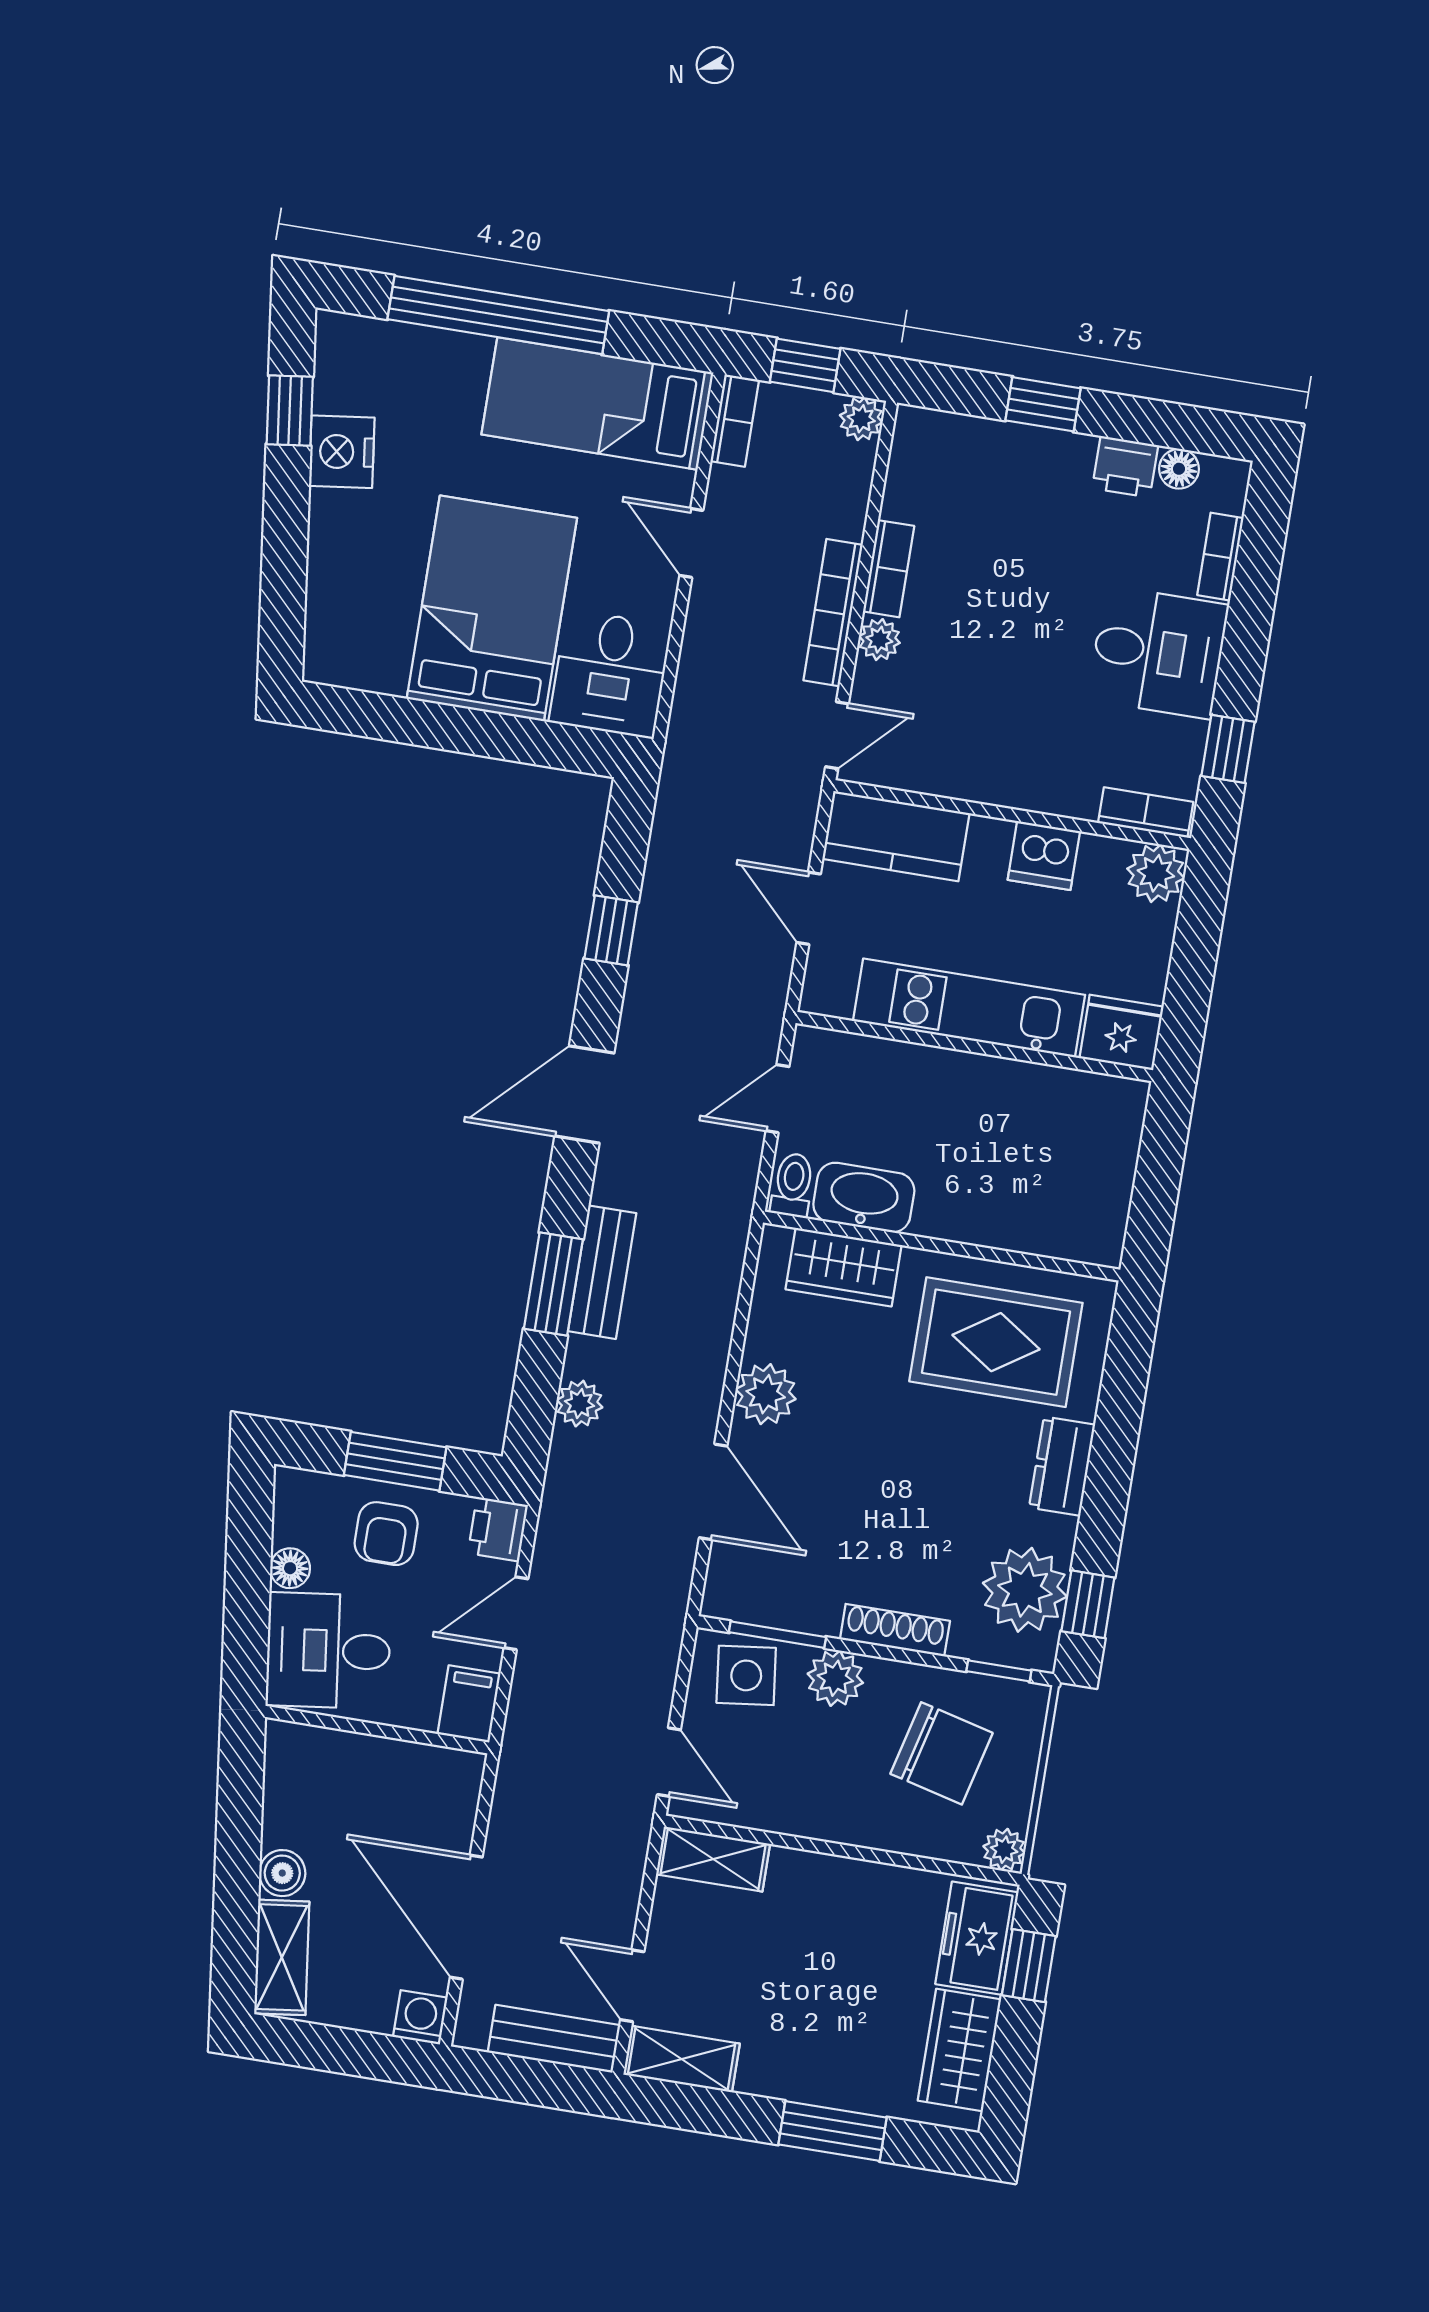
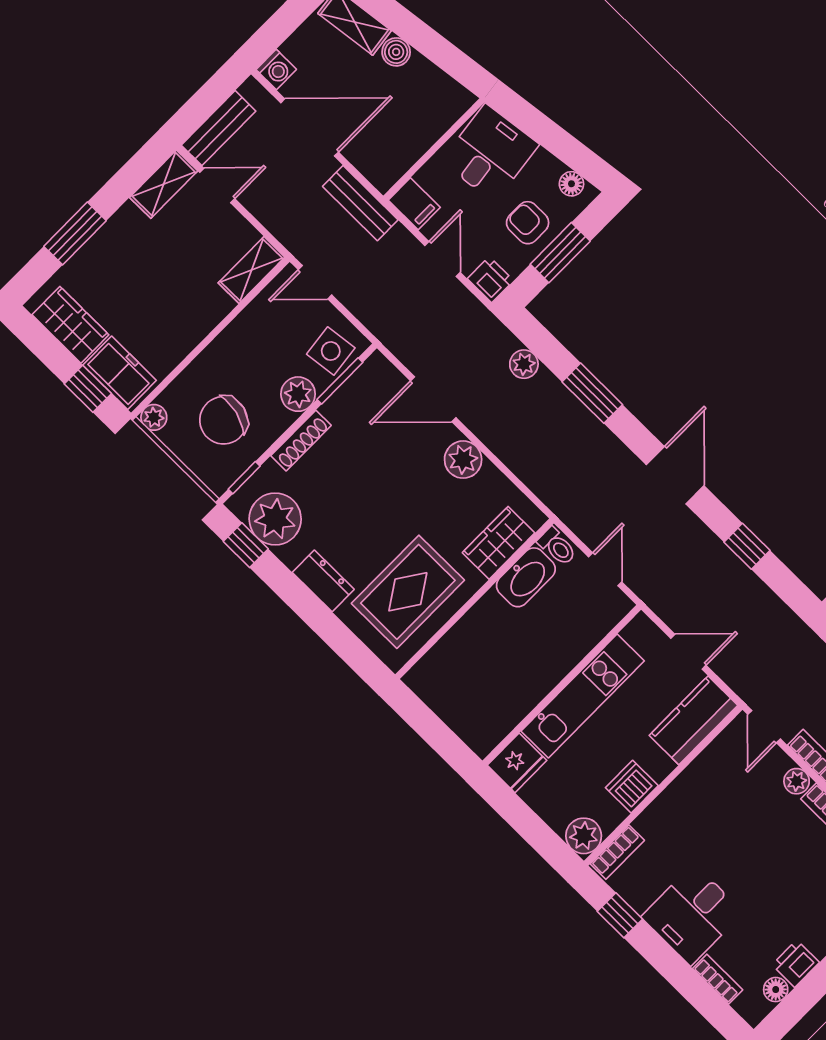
bench: (602, 1272) -> (360, 203), moved
floor lamp: (290, 1568) -> (571, 184), moved

